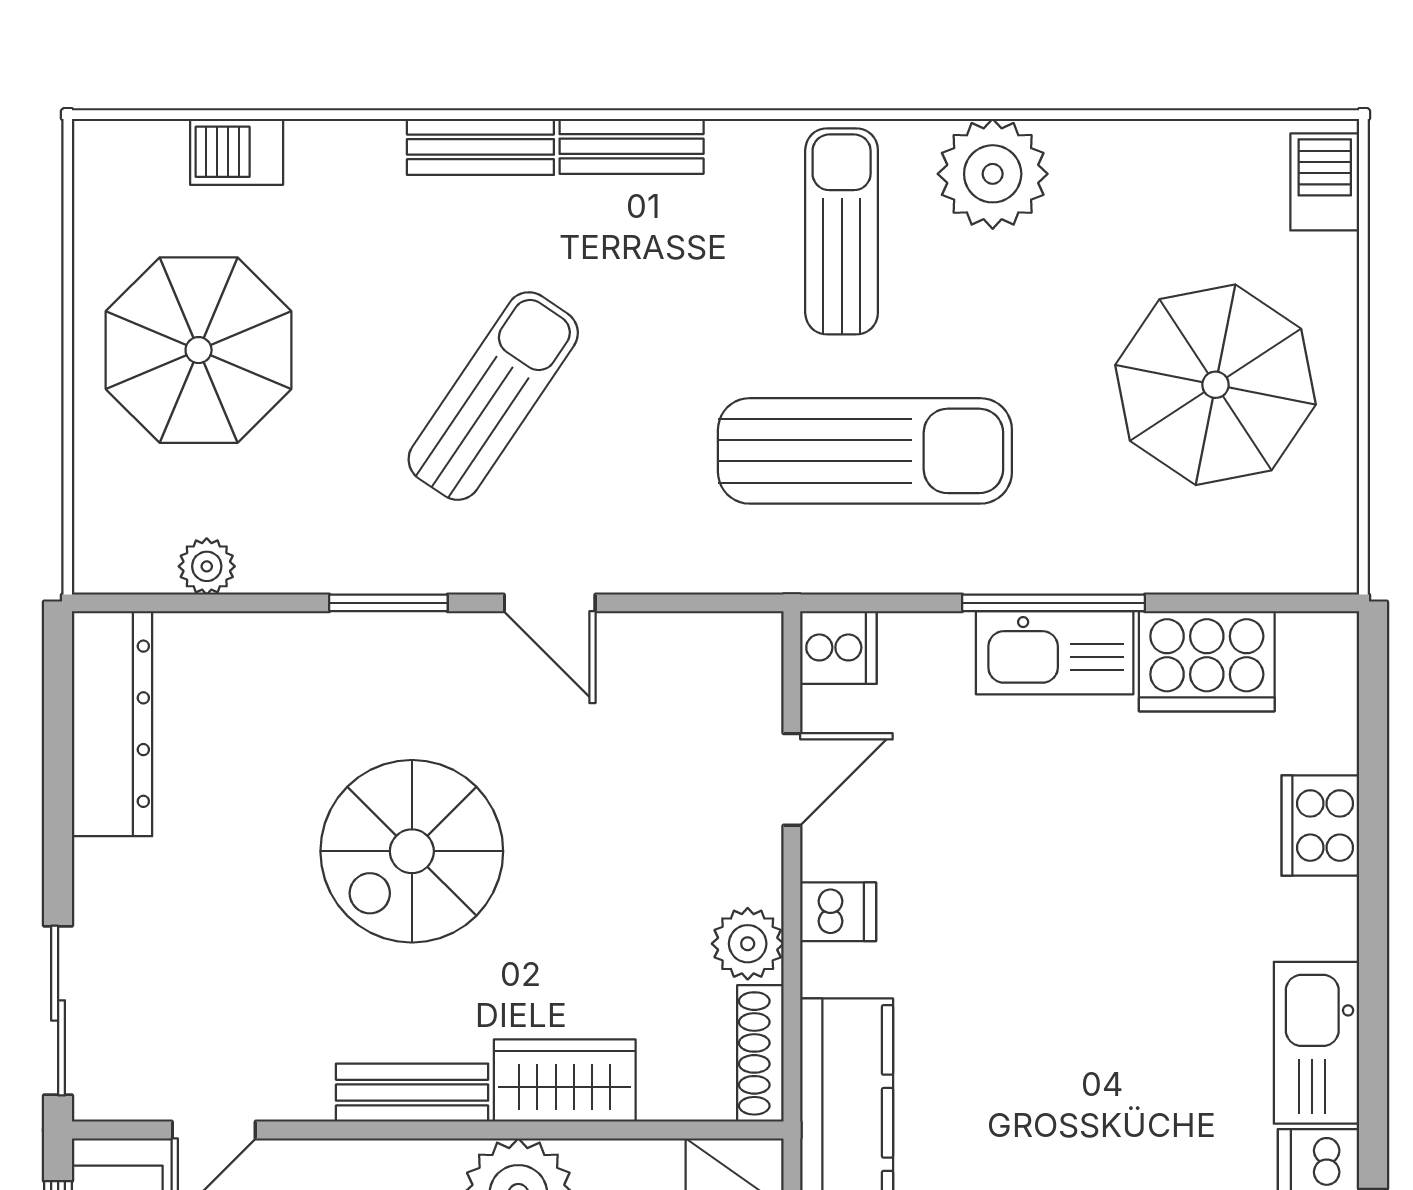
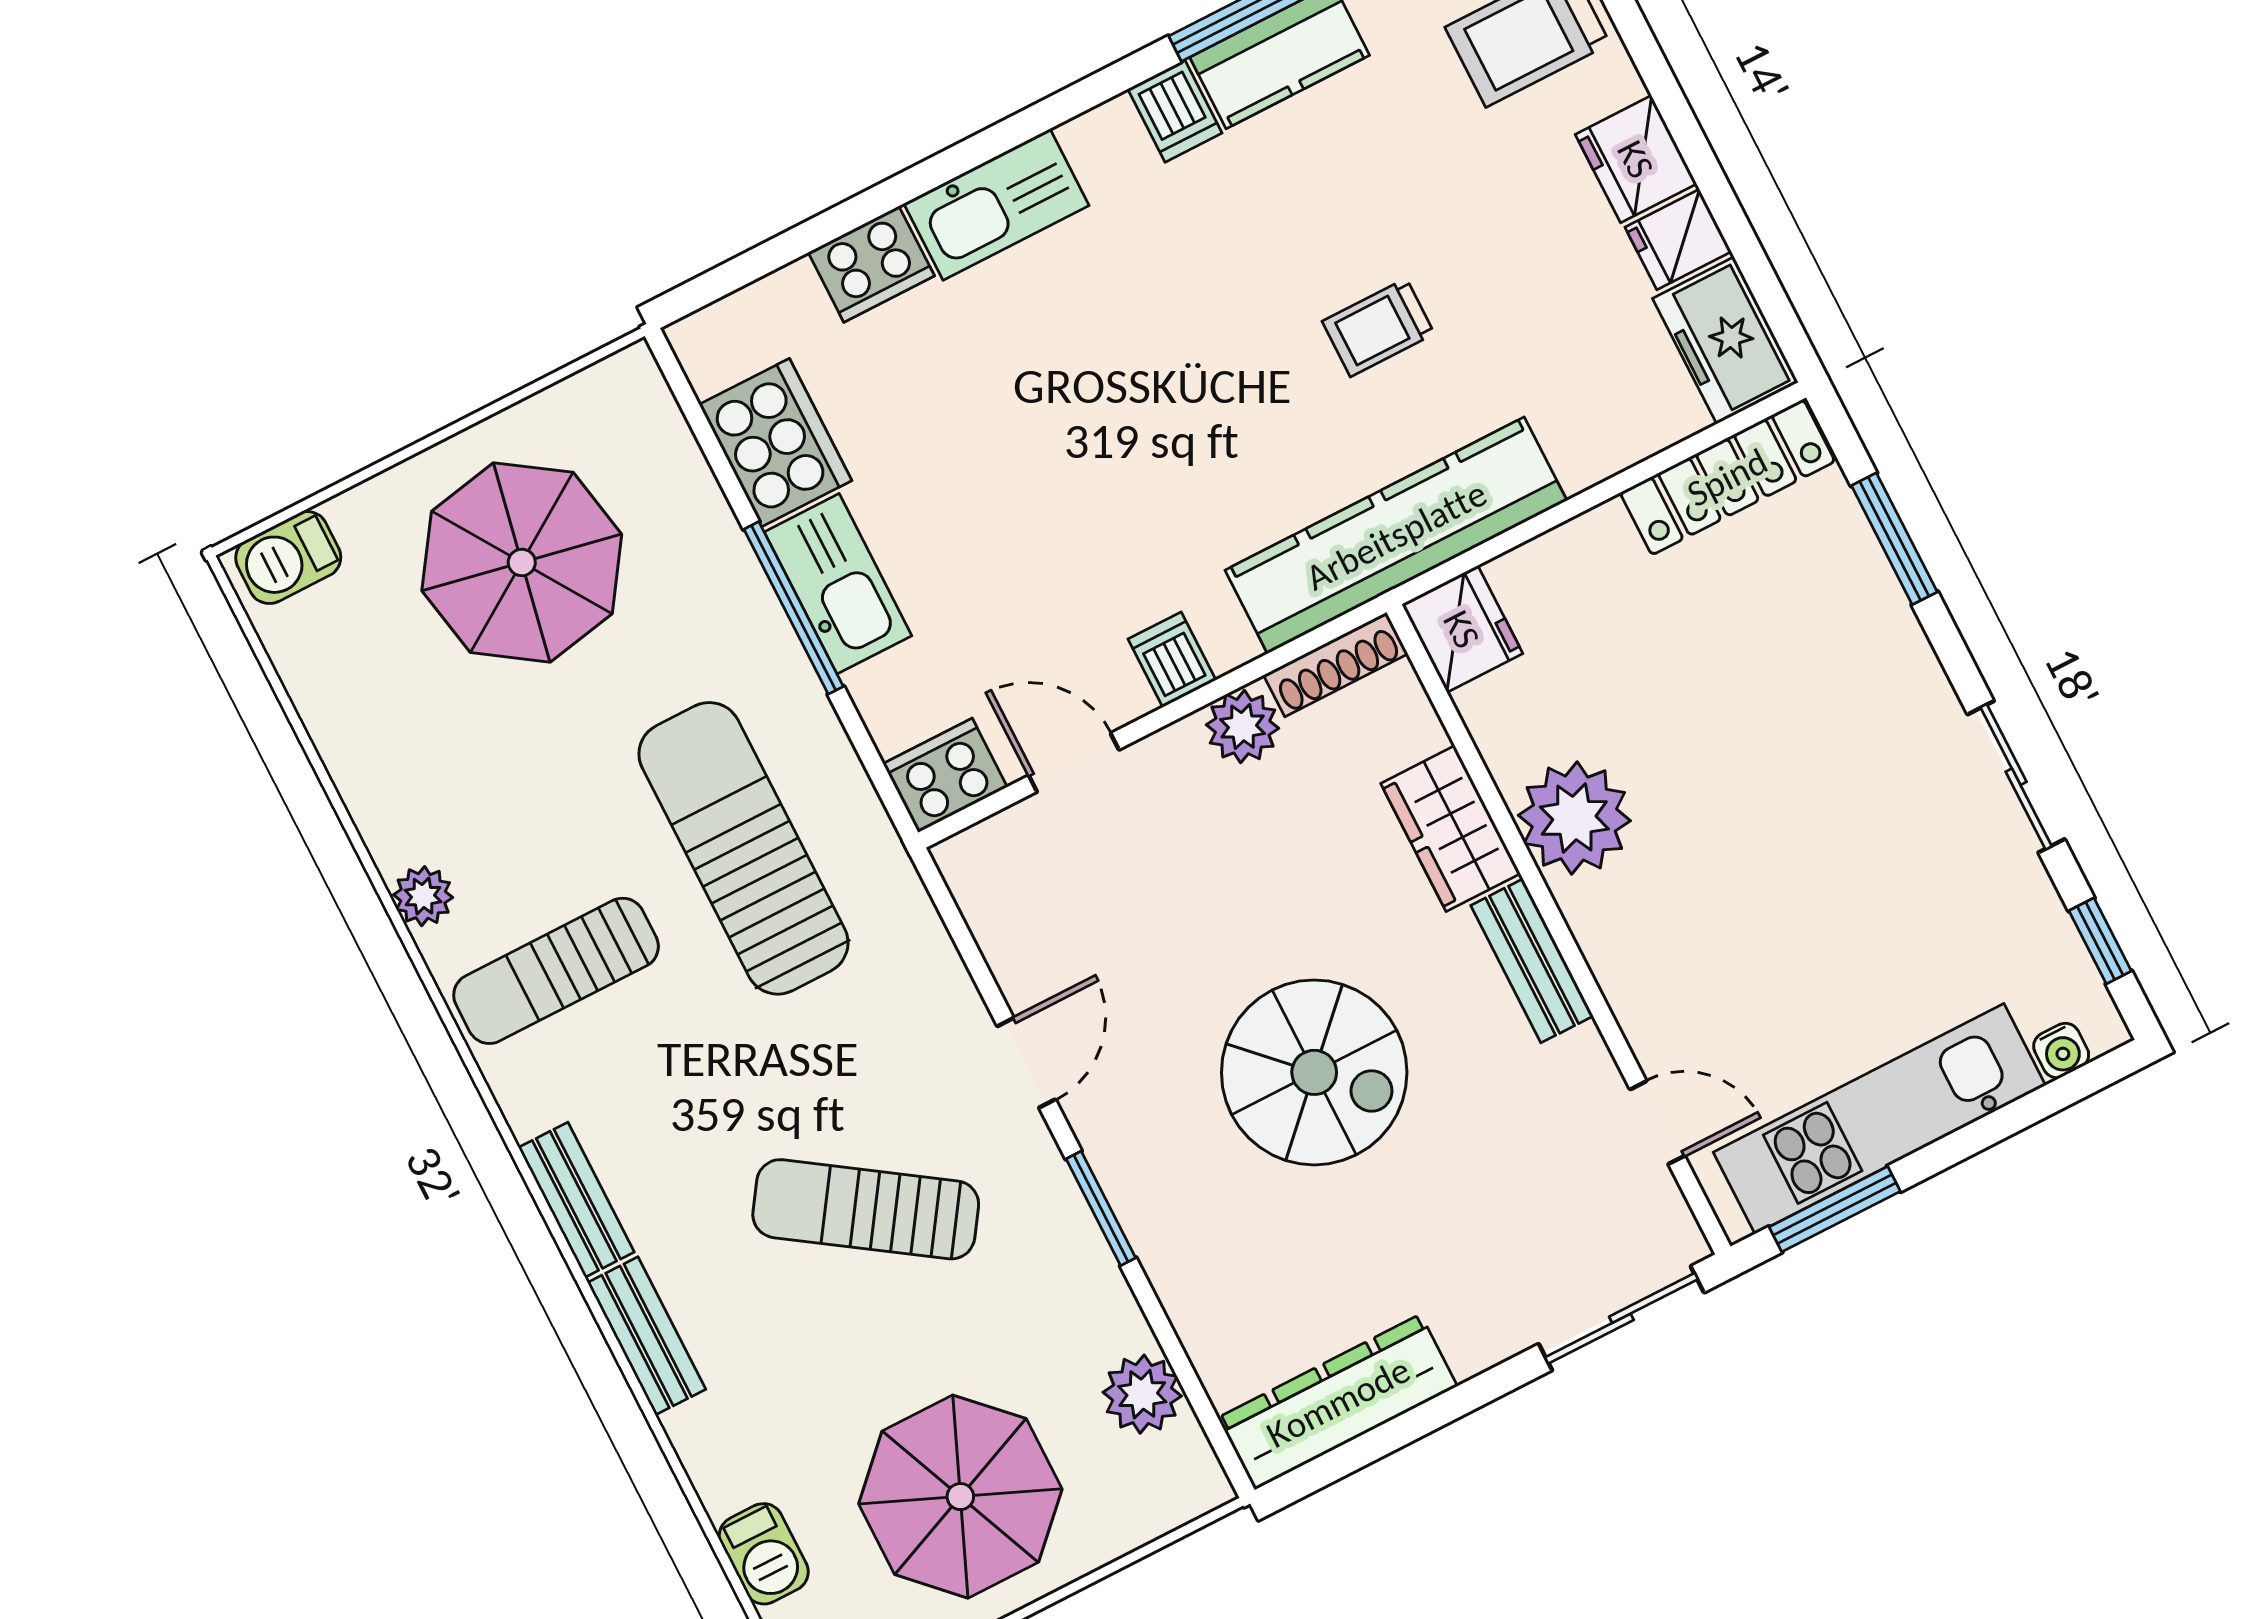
plant: (993, 174) -> (423, 896), width x0.53, depth x0.53
plant: (207, 566) -> (1142, 1394), width x1.38, depth x1.38
cooker: (838, 647) -> (945, 775), width x1.36
kitchen sink: (1317, 1043) -> (996, 204), moved

